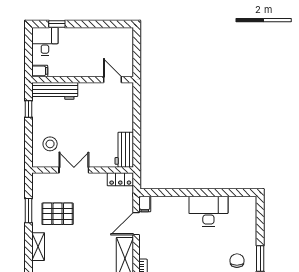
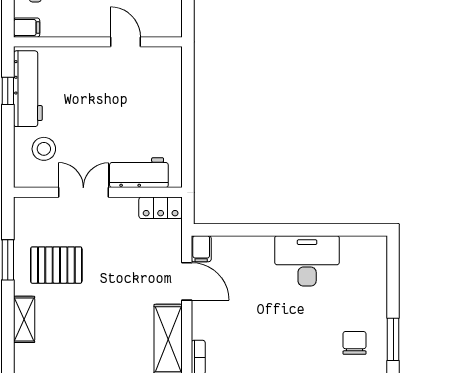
door: (112, 80) -> (125, 42), moved
workbench: (55, 91) -> (28, 89), moved, turned -90
workbench: (124, 150) -> (139, 173), moved, turned 90
door: (136, 224) -> (187, 281), swing flipped

